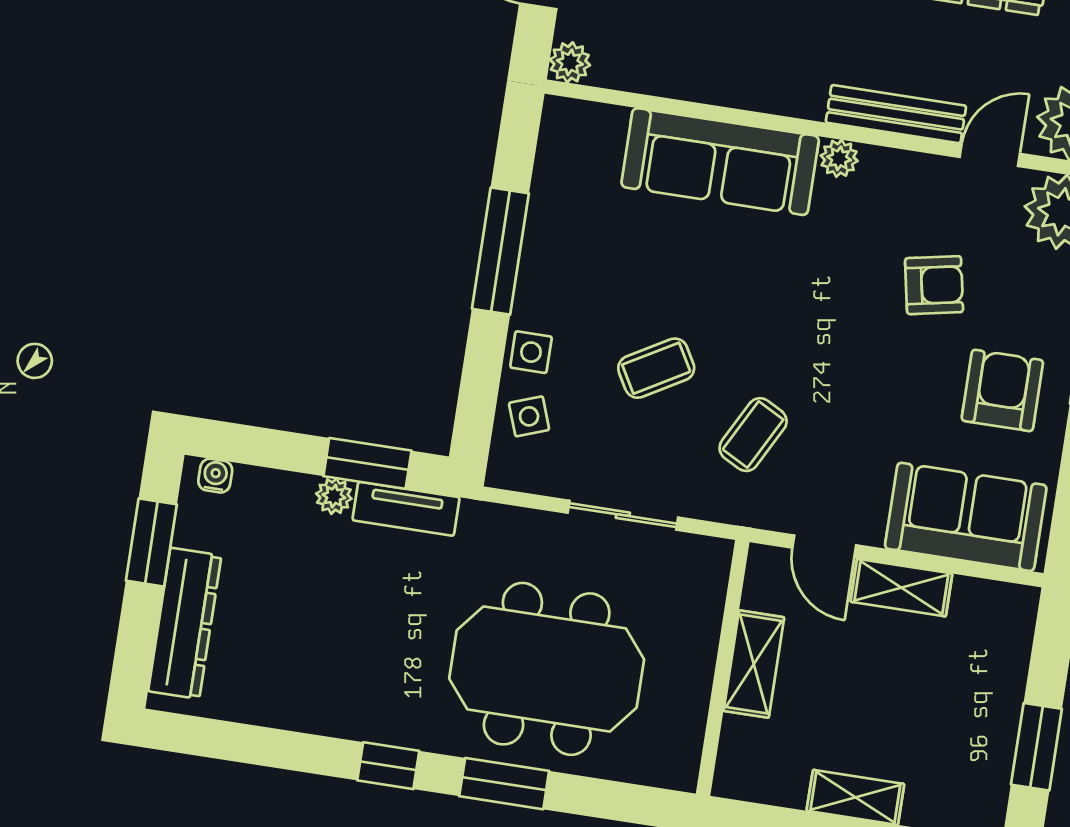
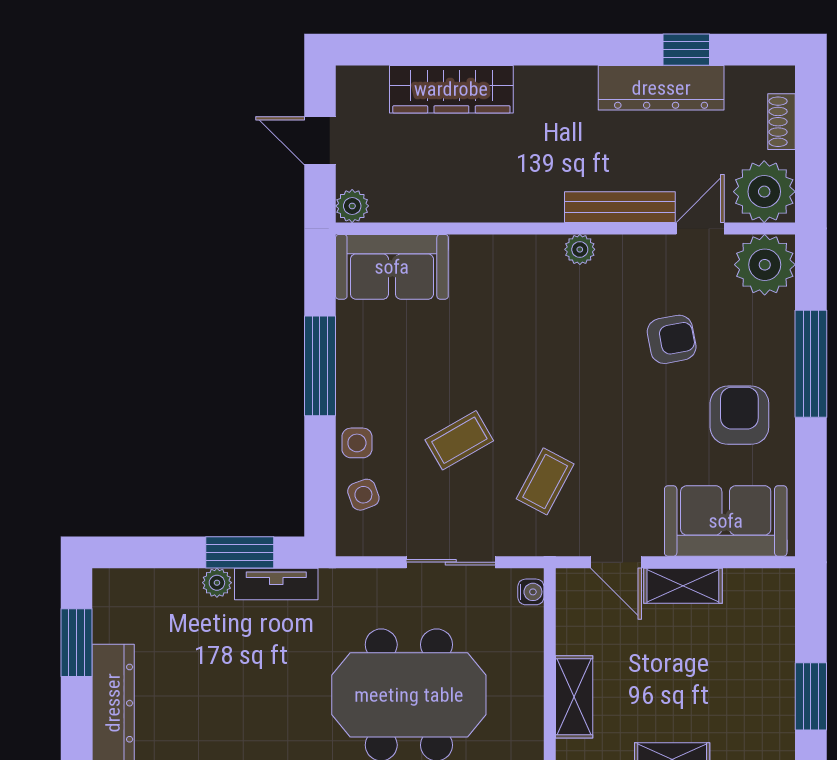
sofa: (720, 162) -> (392, 267), moved, width x0.73
water cooler: (215, 476) -> (531, 592), moved, turned 90
shelving: (754, 664) -> (574, 697), moved

